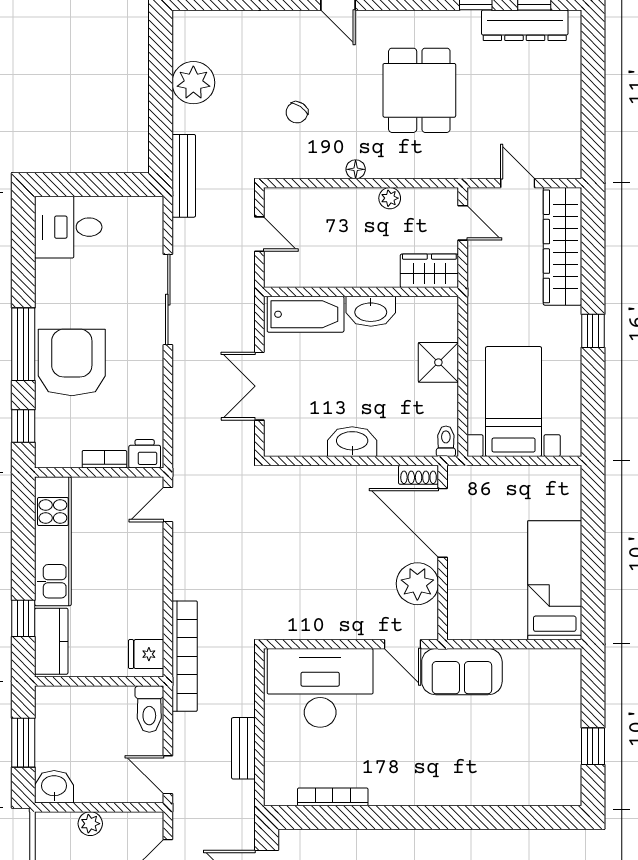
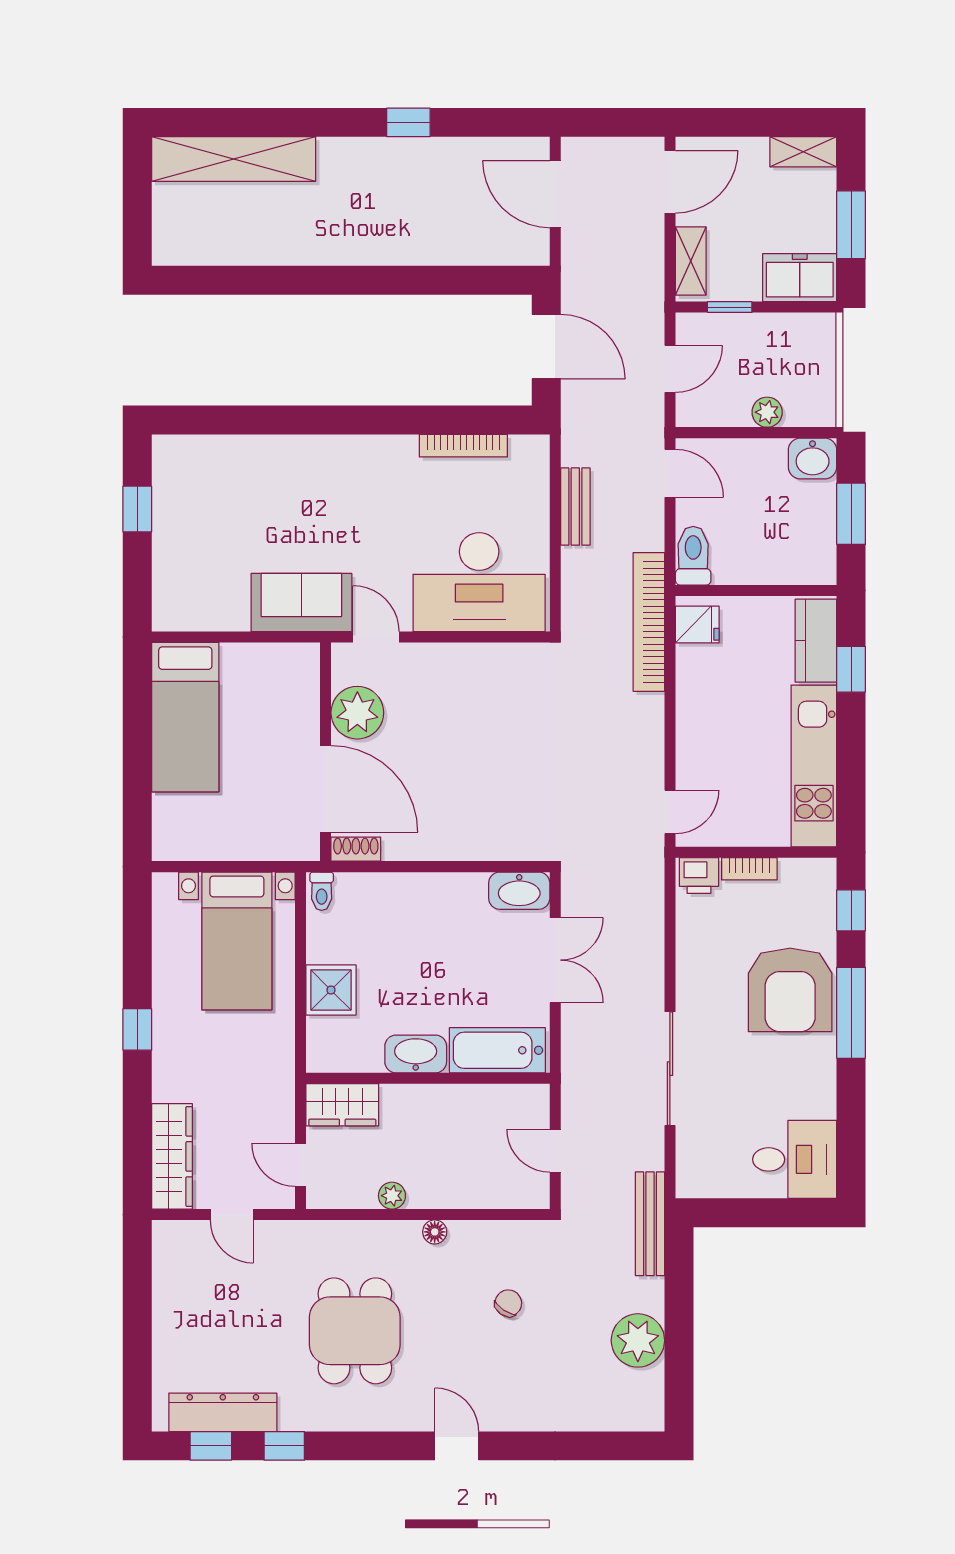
wardrobe: (562, 246) -> (172, 1156), width x0.71, depth x0.85
washbasin: (352, 442) -> (519, 891), moved

